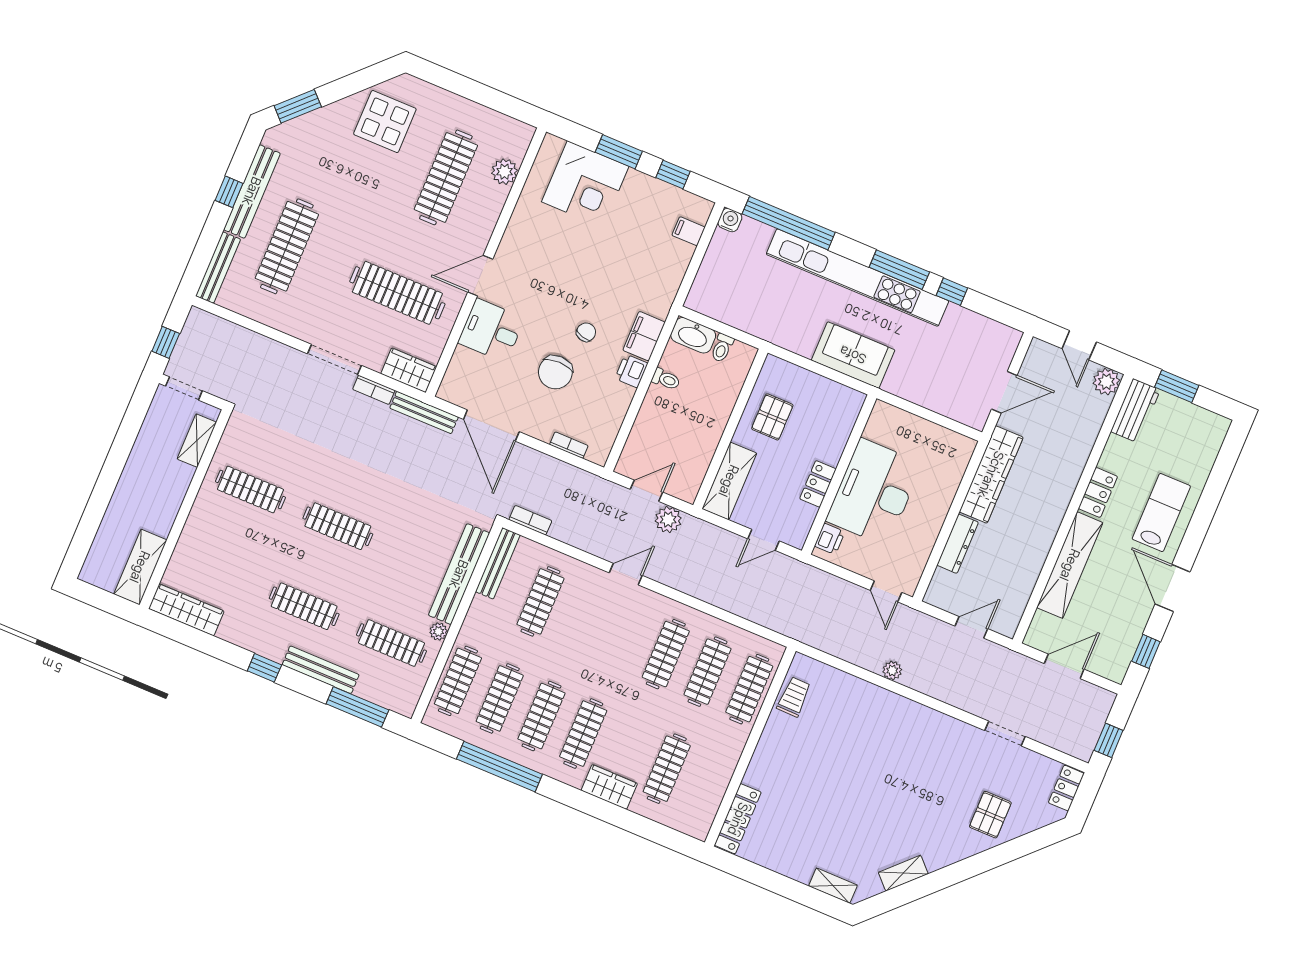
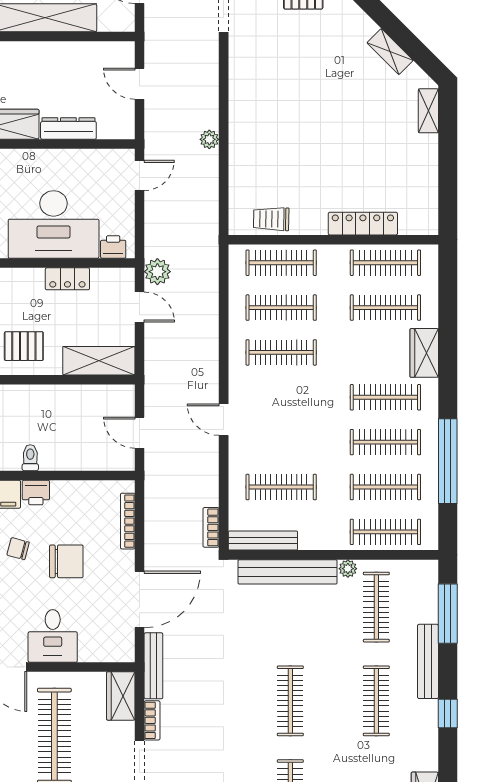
bookcase: (569, 445) -> (128, 521), width x1.56
plant: (668, 520) -> (157, 272), moved
clothes rail: (708, 786) -> (385, 263), added
locker: (738, 819) -> (363, 224), moved

